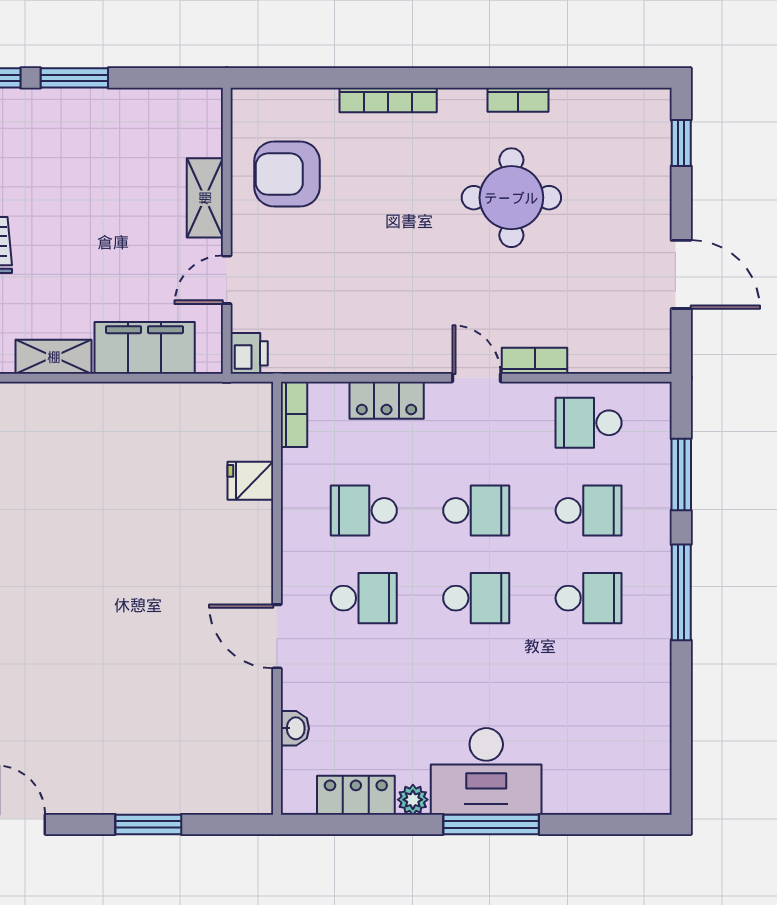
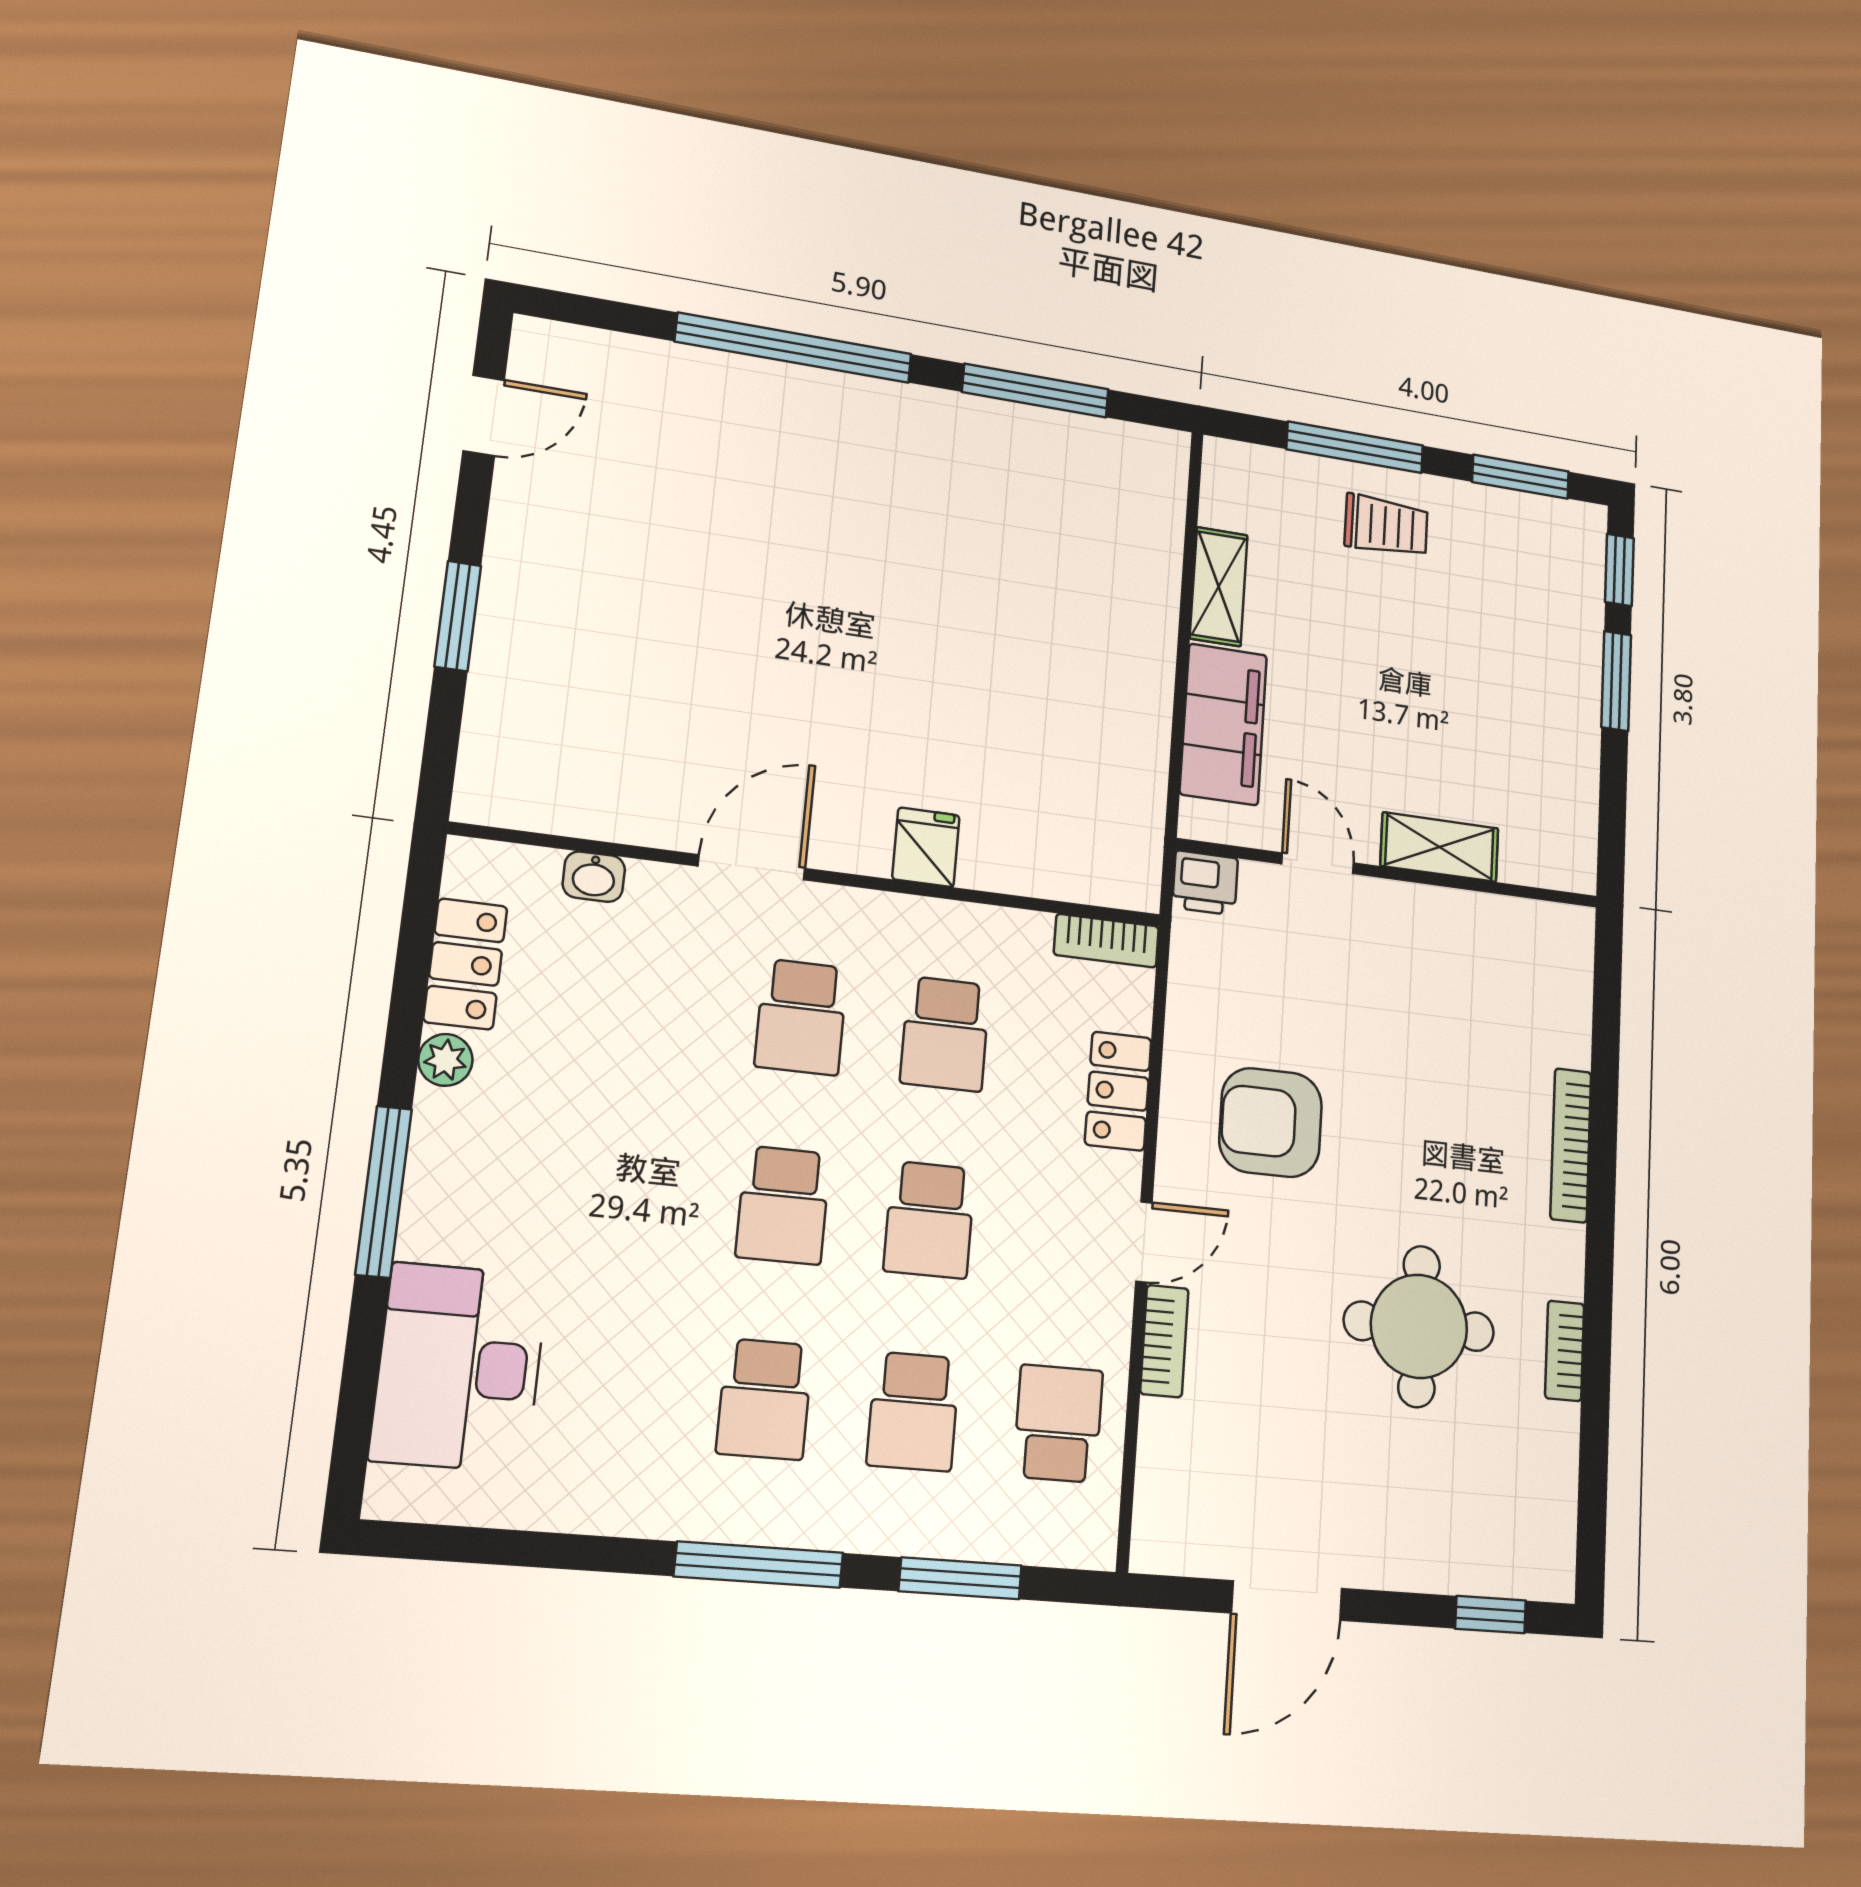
armchair: (287, 174) -> (1271, 1122), moved, turned -90
fridge: (250, 481) -> (926, 847), moved
school desk: (364, 510) -> (945, 1034), turned 180
desk: (486, 771) -> (459, 1367), moved

